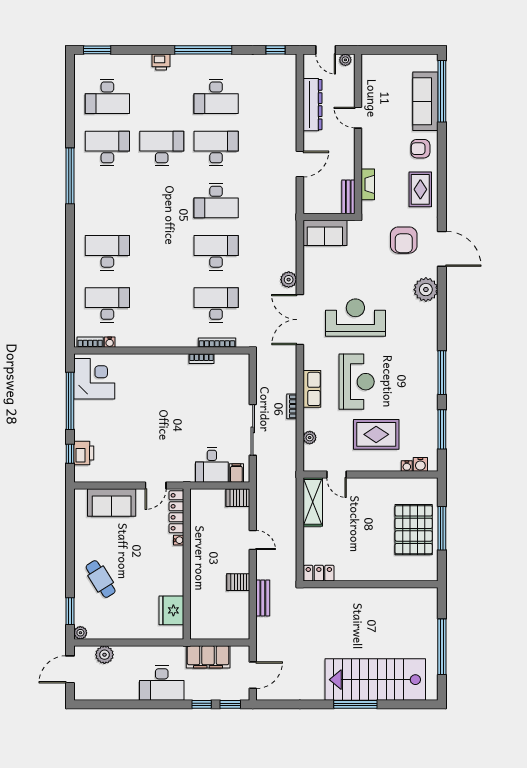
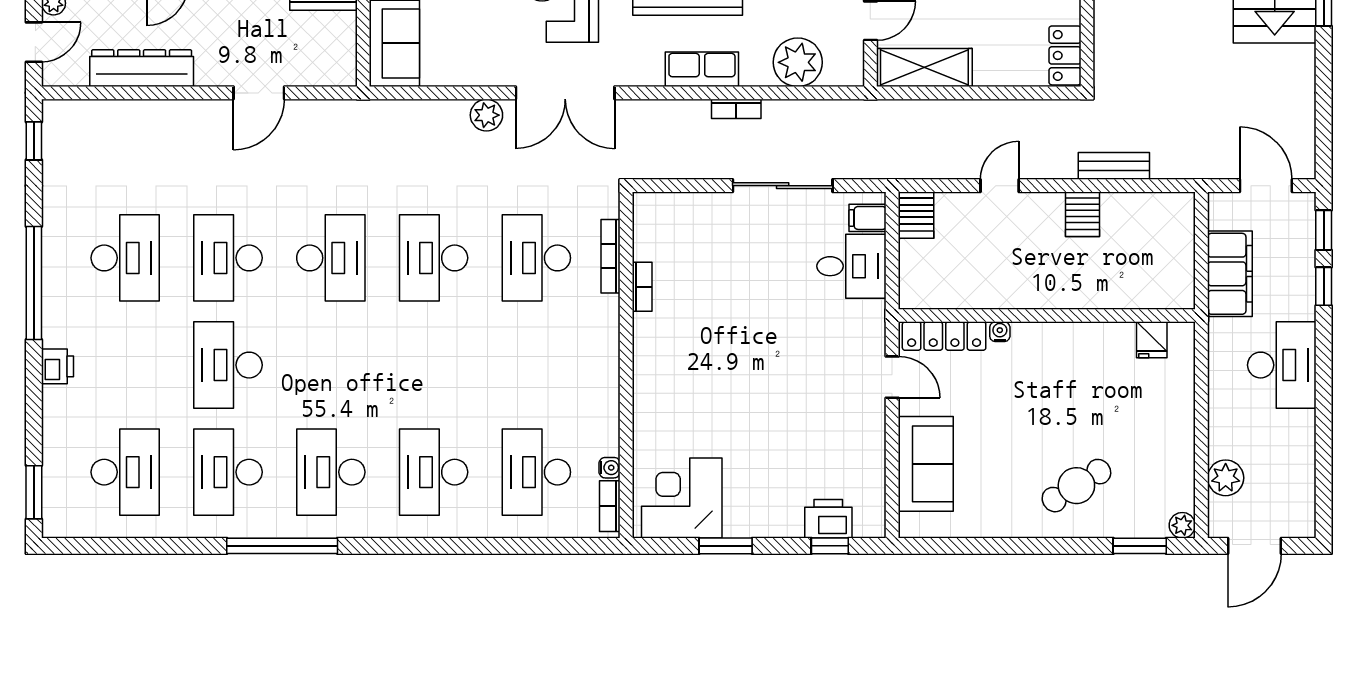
door: (300, 164) -> (259, 93), swing flipped
desk: (107, 201) -> (331, 472), added
window: (70, 401) -> (726, 546), width x0.47
plant: (310, 438) -> (798, 62), width x1.87, depth x1.87
fridge: (171, 610) -> (1152, 340), width x0.53, depth x0.75
door: (70, 669) -> (1255, 546), hinge flipped

